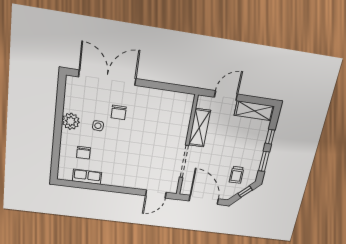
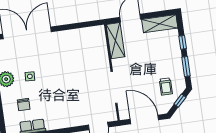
chair: (119, 112) -> (44, 60), removed
shelving: (199, 128) -> (115, 41), moved

